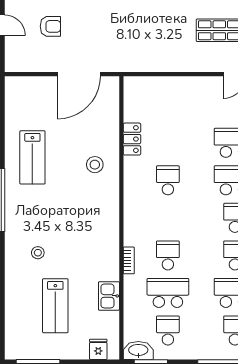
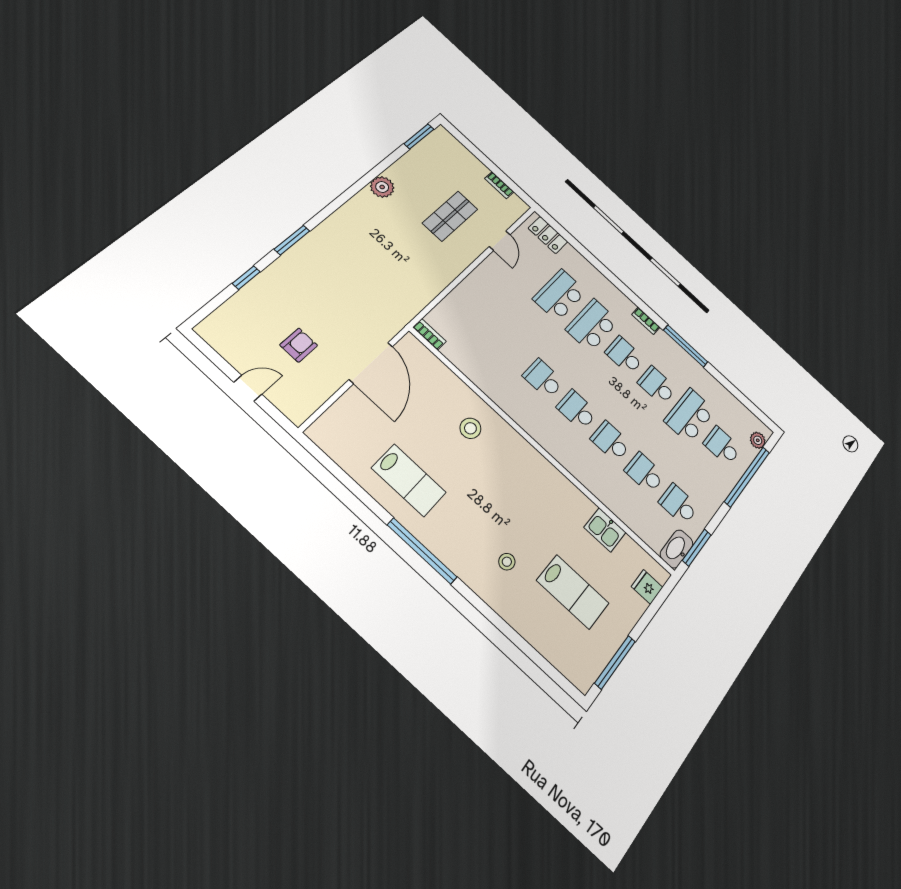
locker: (132, 139) -> (477, 374), removed
school desk: (168, 218) -> (577, 410), added
bookcase: (129, 260) -> (429, 334), moved
school desk: (168, 293) -> (645, 473), width x0.54

